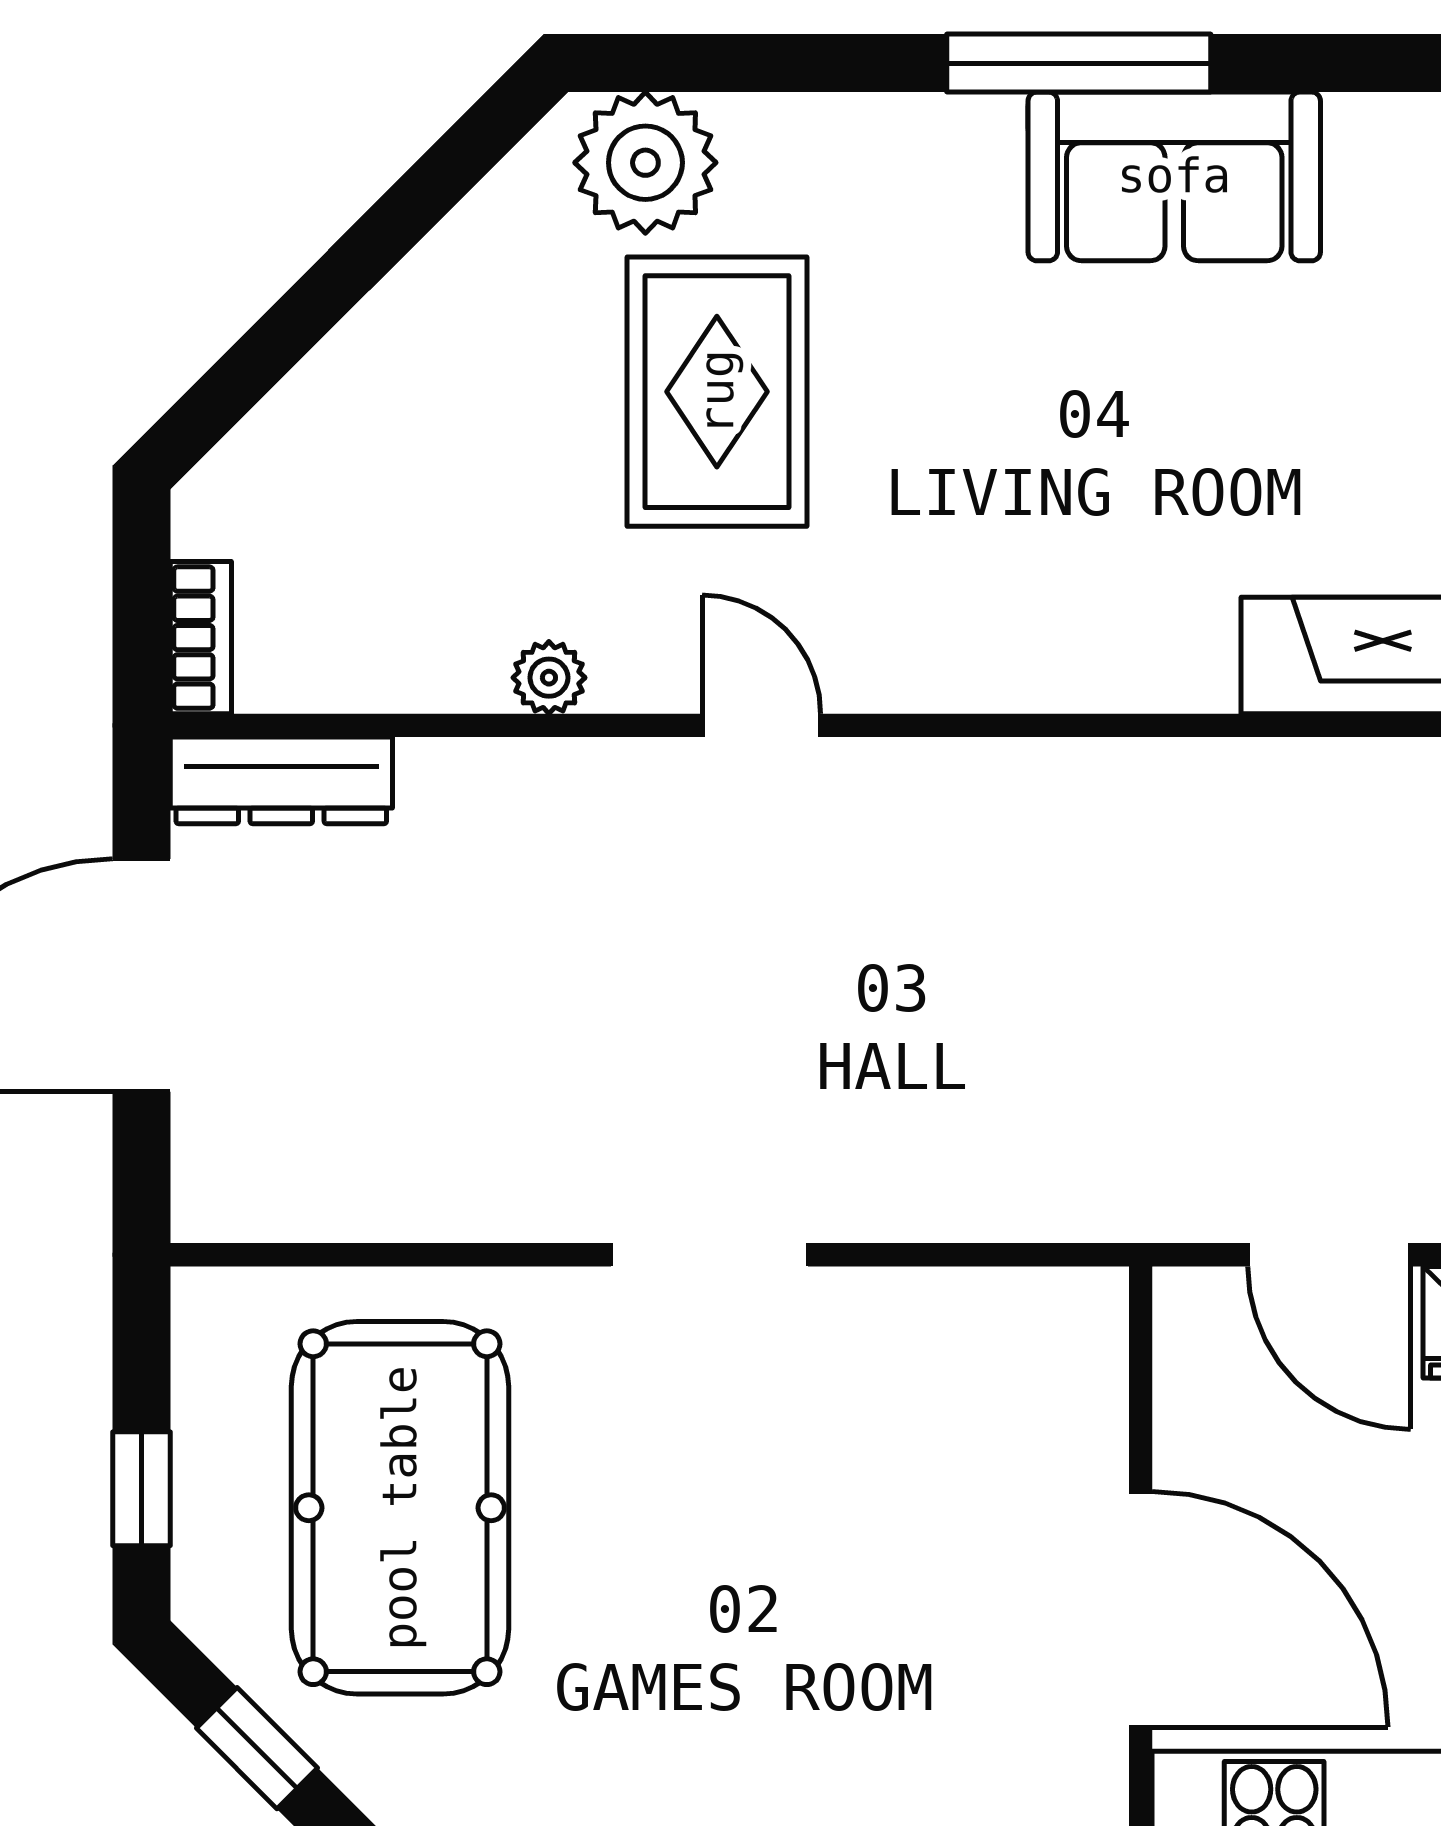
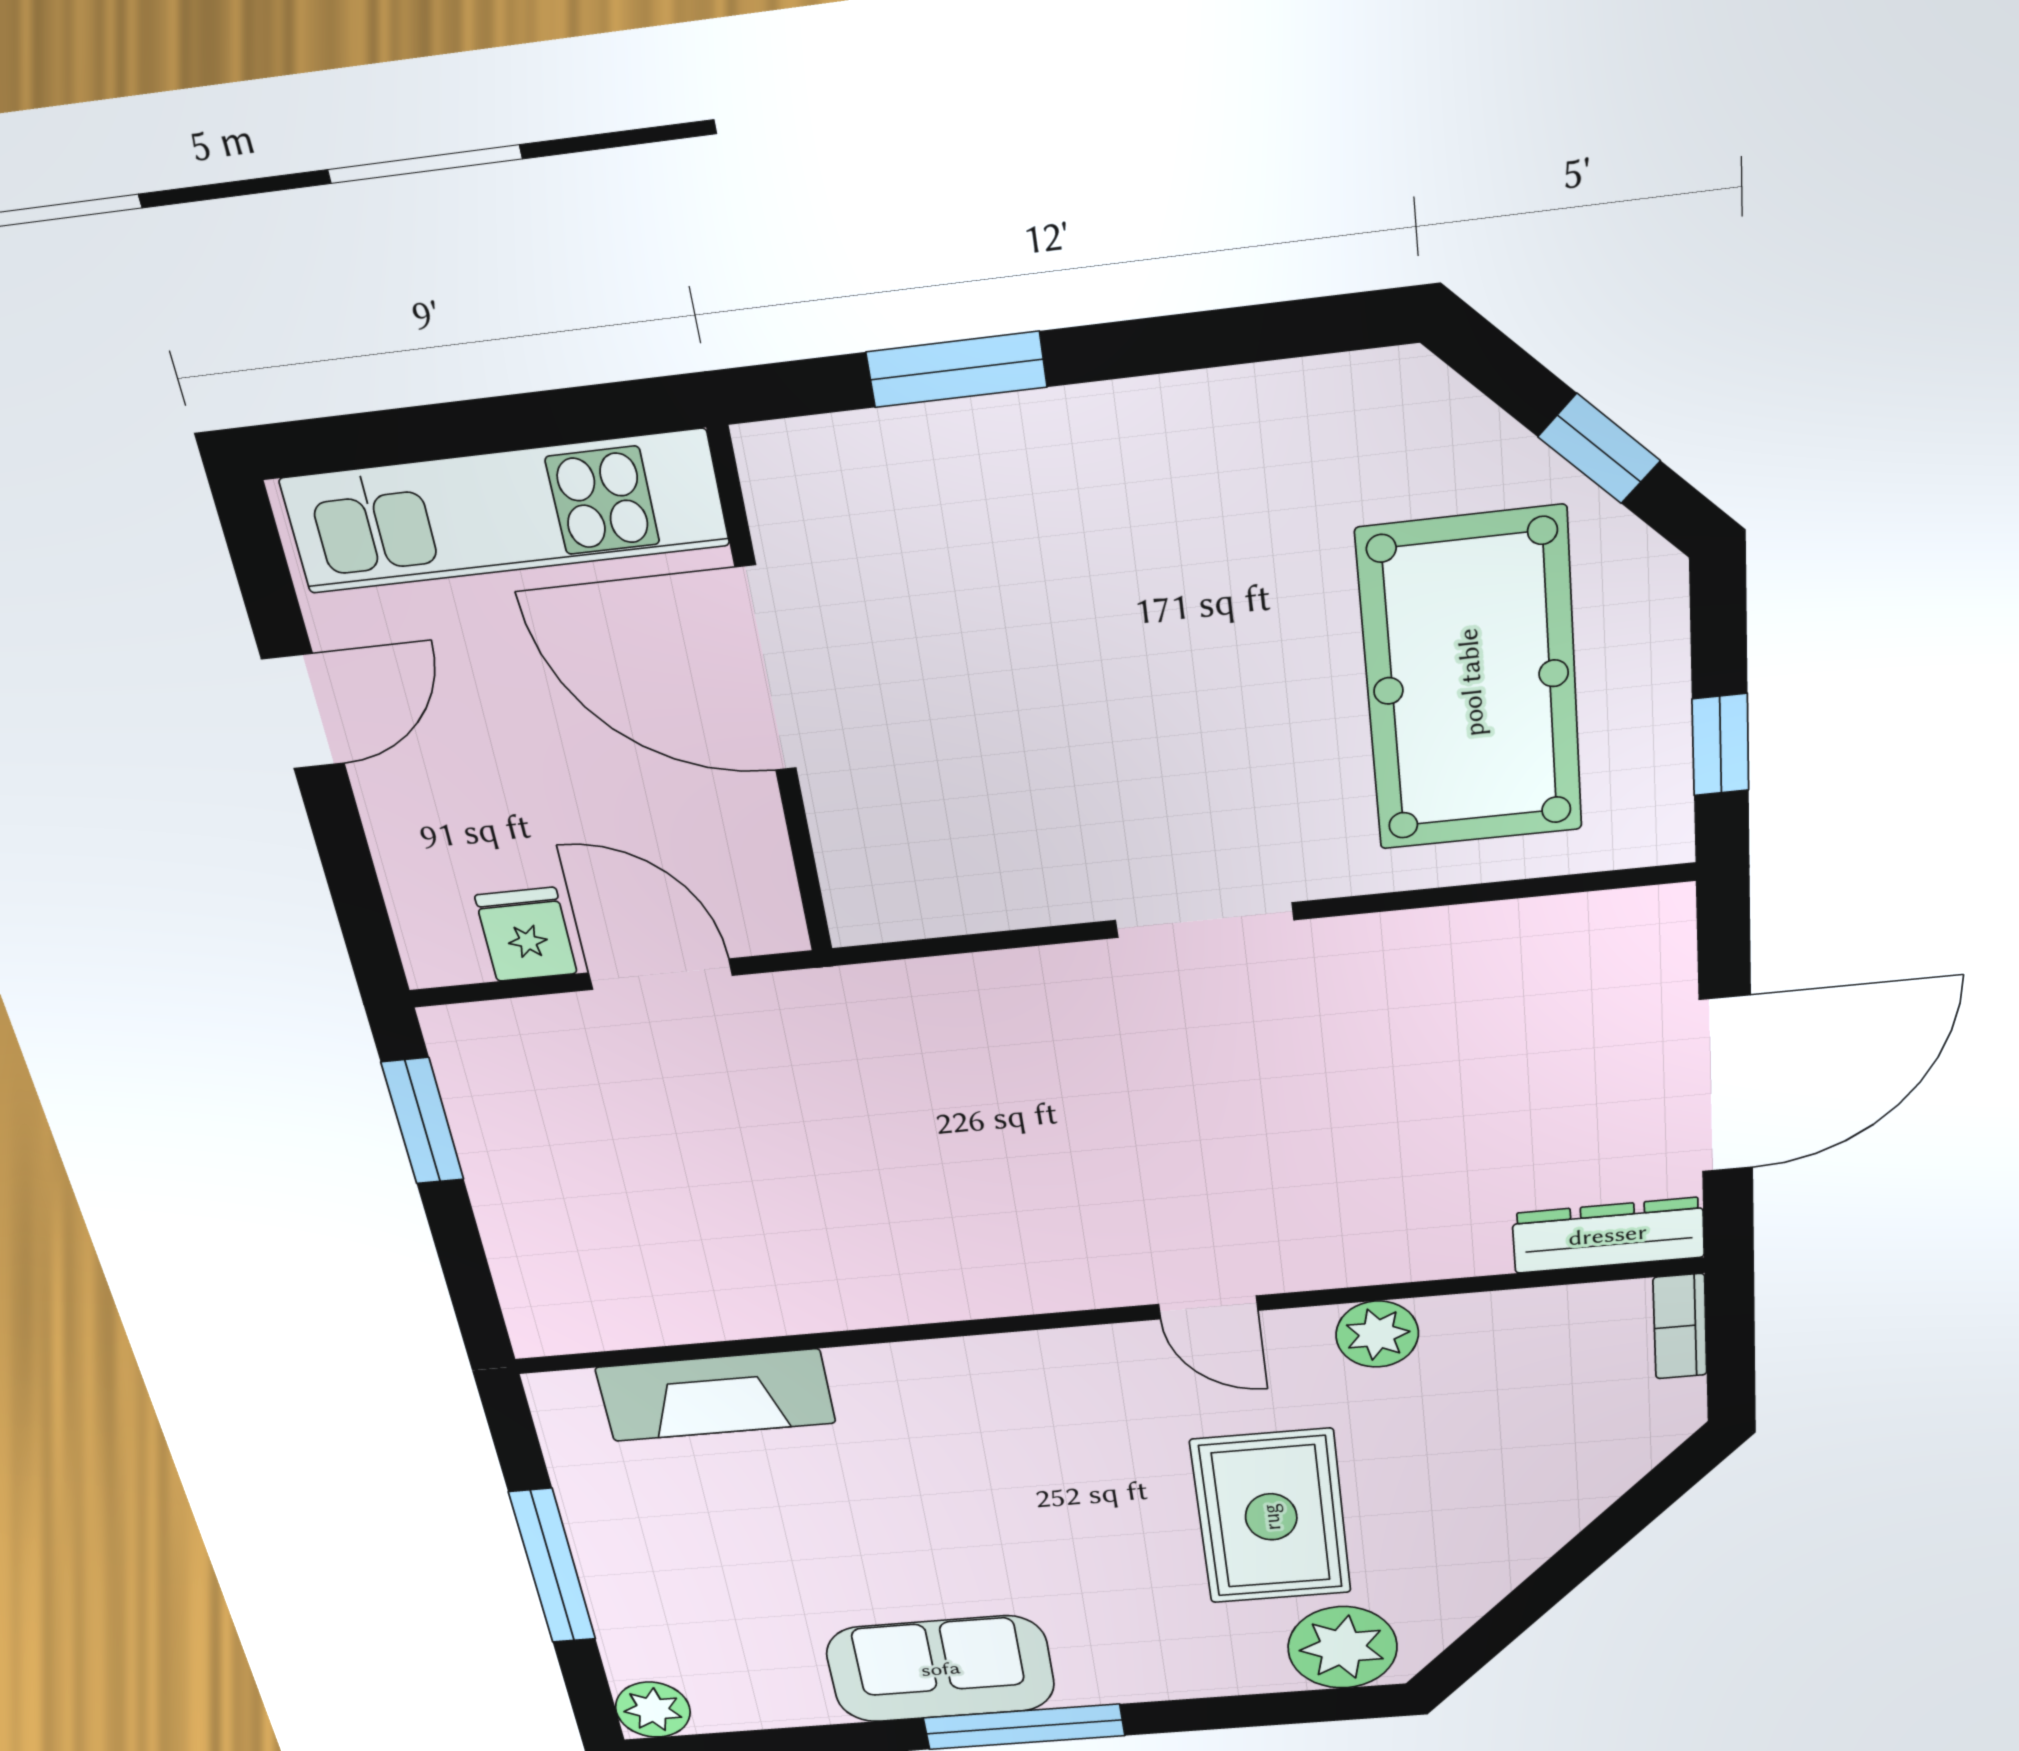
plant: (549, 678) -> (1377, 1334), width x1.38, depth x1.38
window: (141, 1489) -> (1720, 745), moved

